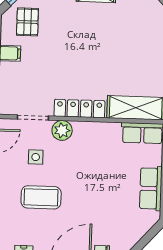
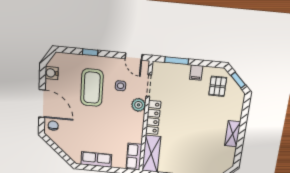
pallet: (27, 22) -> (218, 86), turned 90
coffee table: (41, 197) -> (92, 88), width x1.36, depth x1.32

